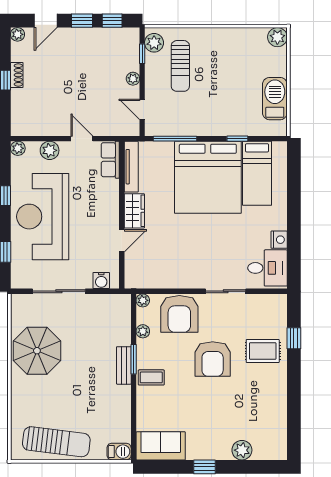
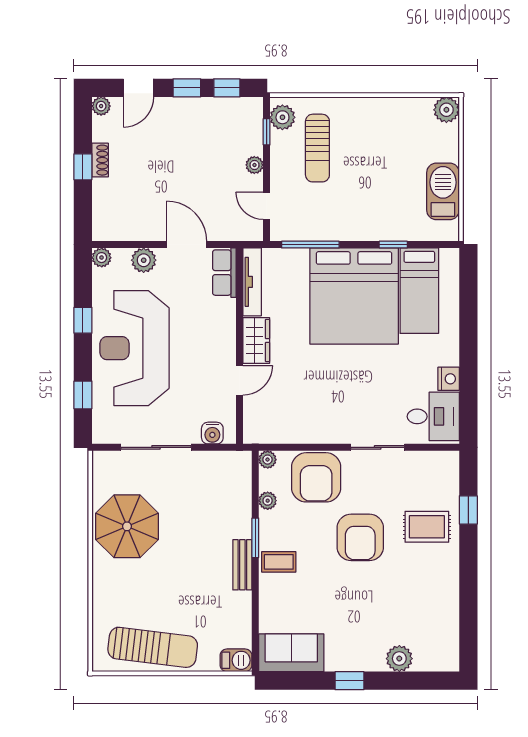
door: (82, 139) -> (187, 245), width x1.38
bench: (124, 365) -> (242, 565), moved

